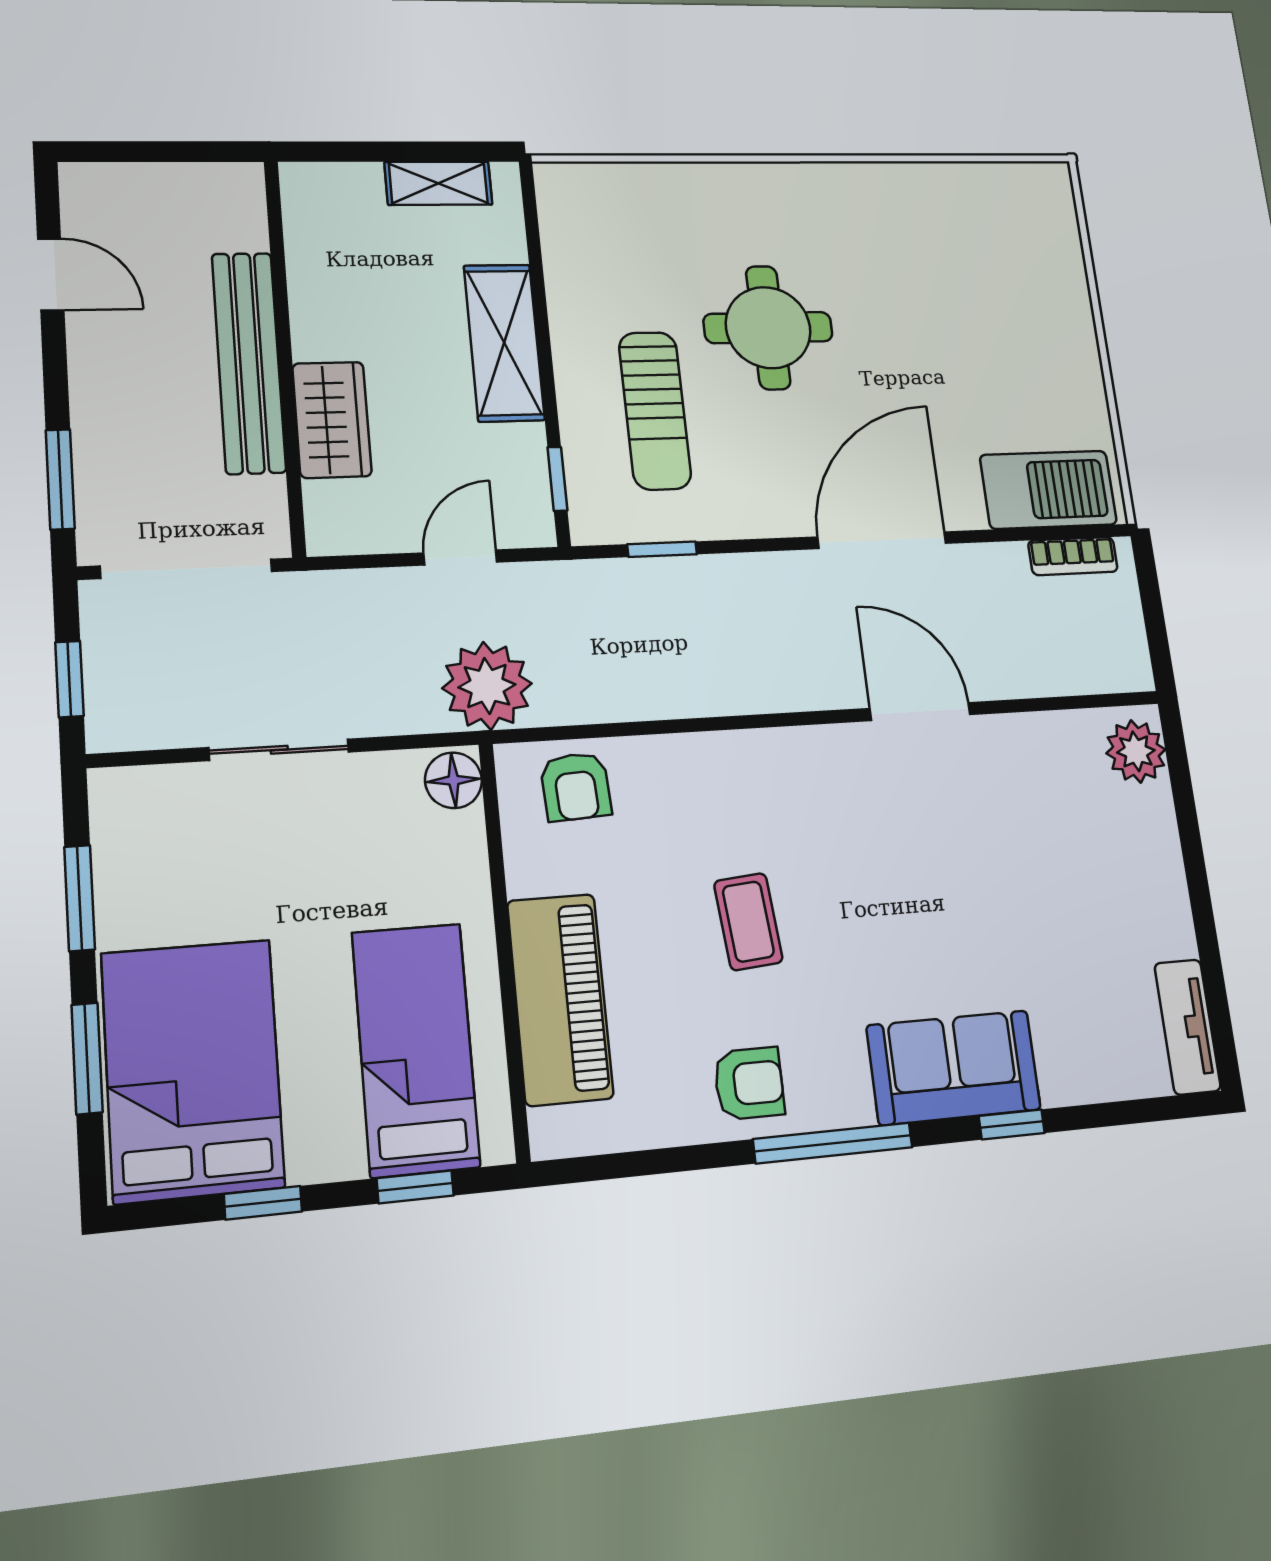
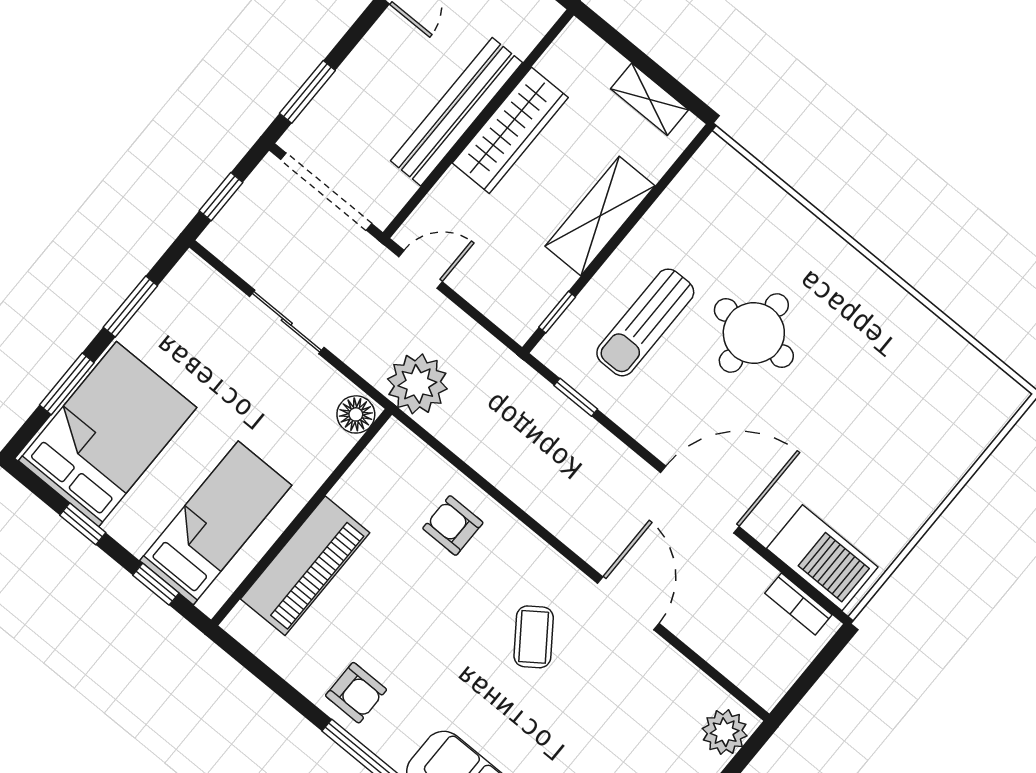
wardrobe: (332, 420) -> (510, 130), moved, width x1.50
door: (460, 558) -> (420, 269), moved
armchair: (576, 787) -> (453, 526), moved, turned 93
coffee table: (748, 922) -> (534, 637), moved, turned -31

